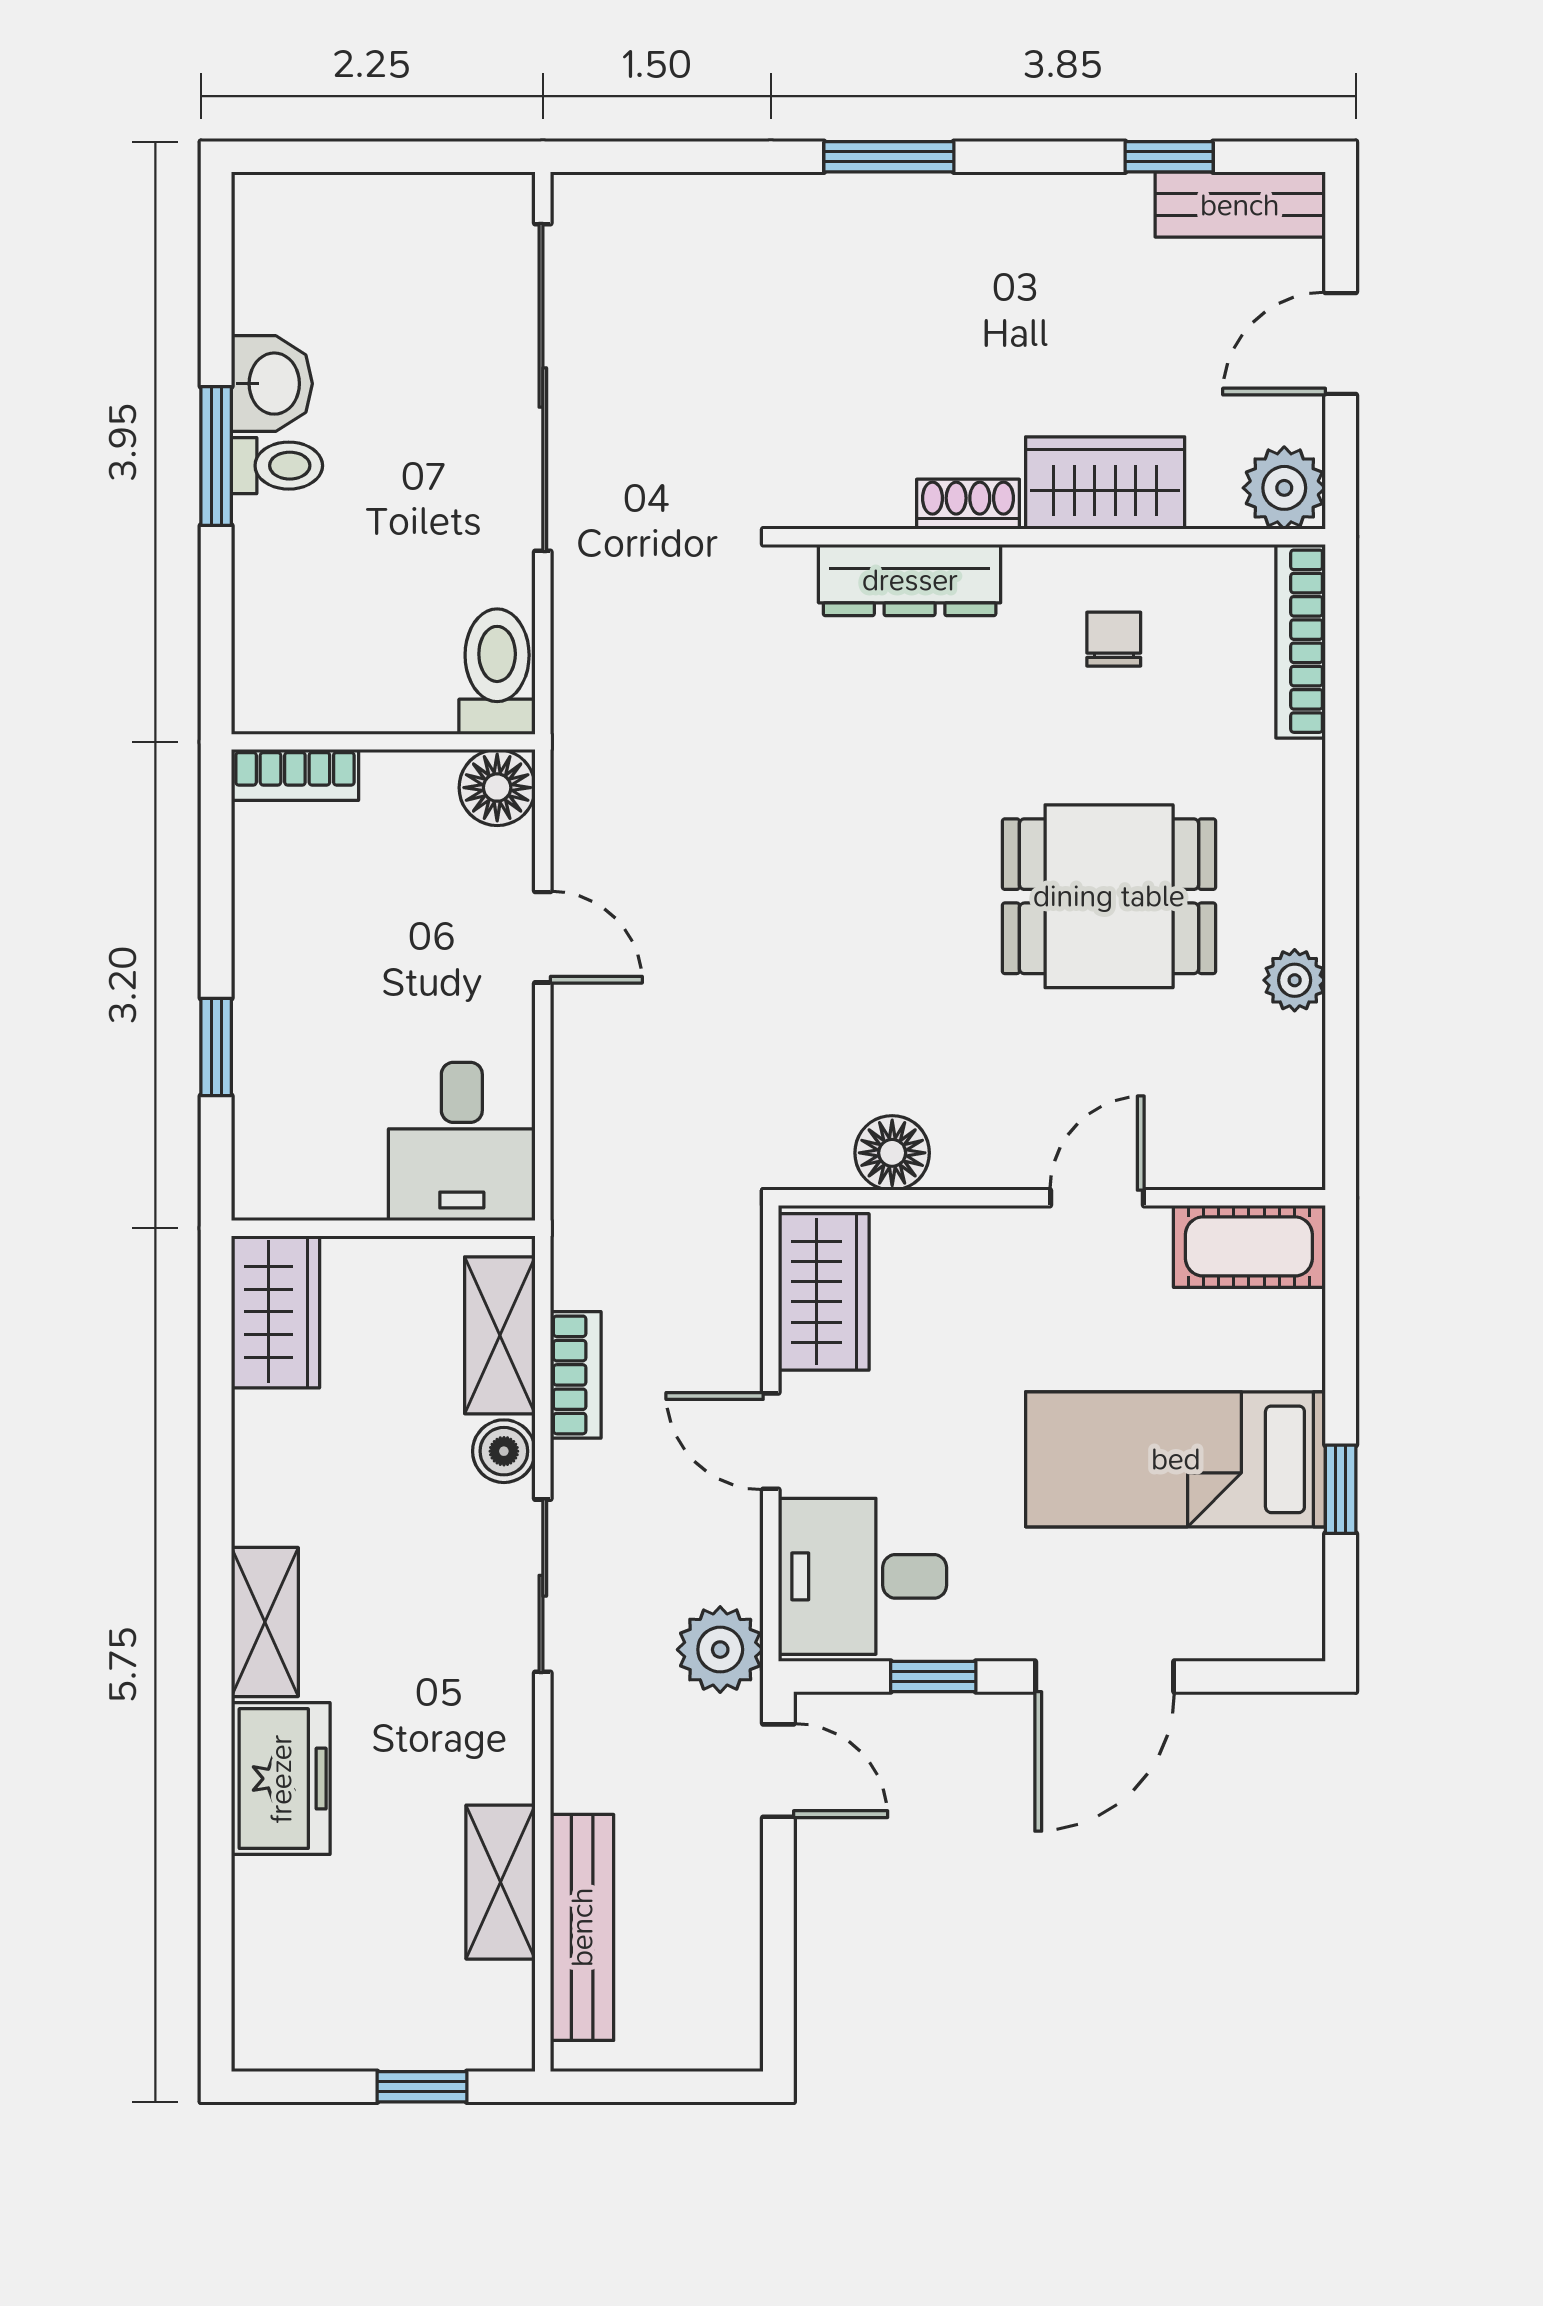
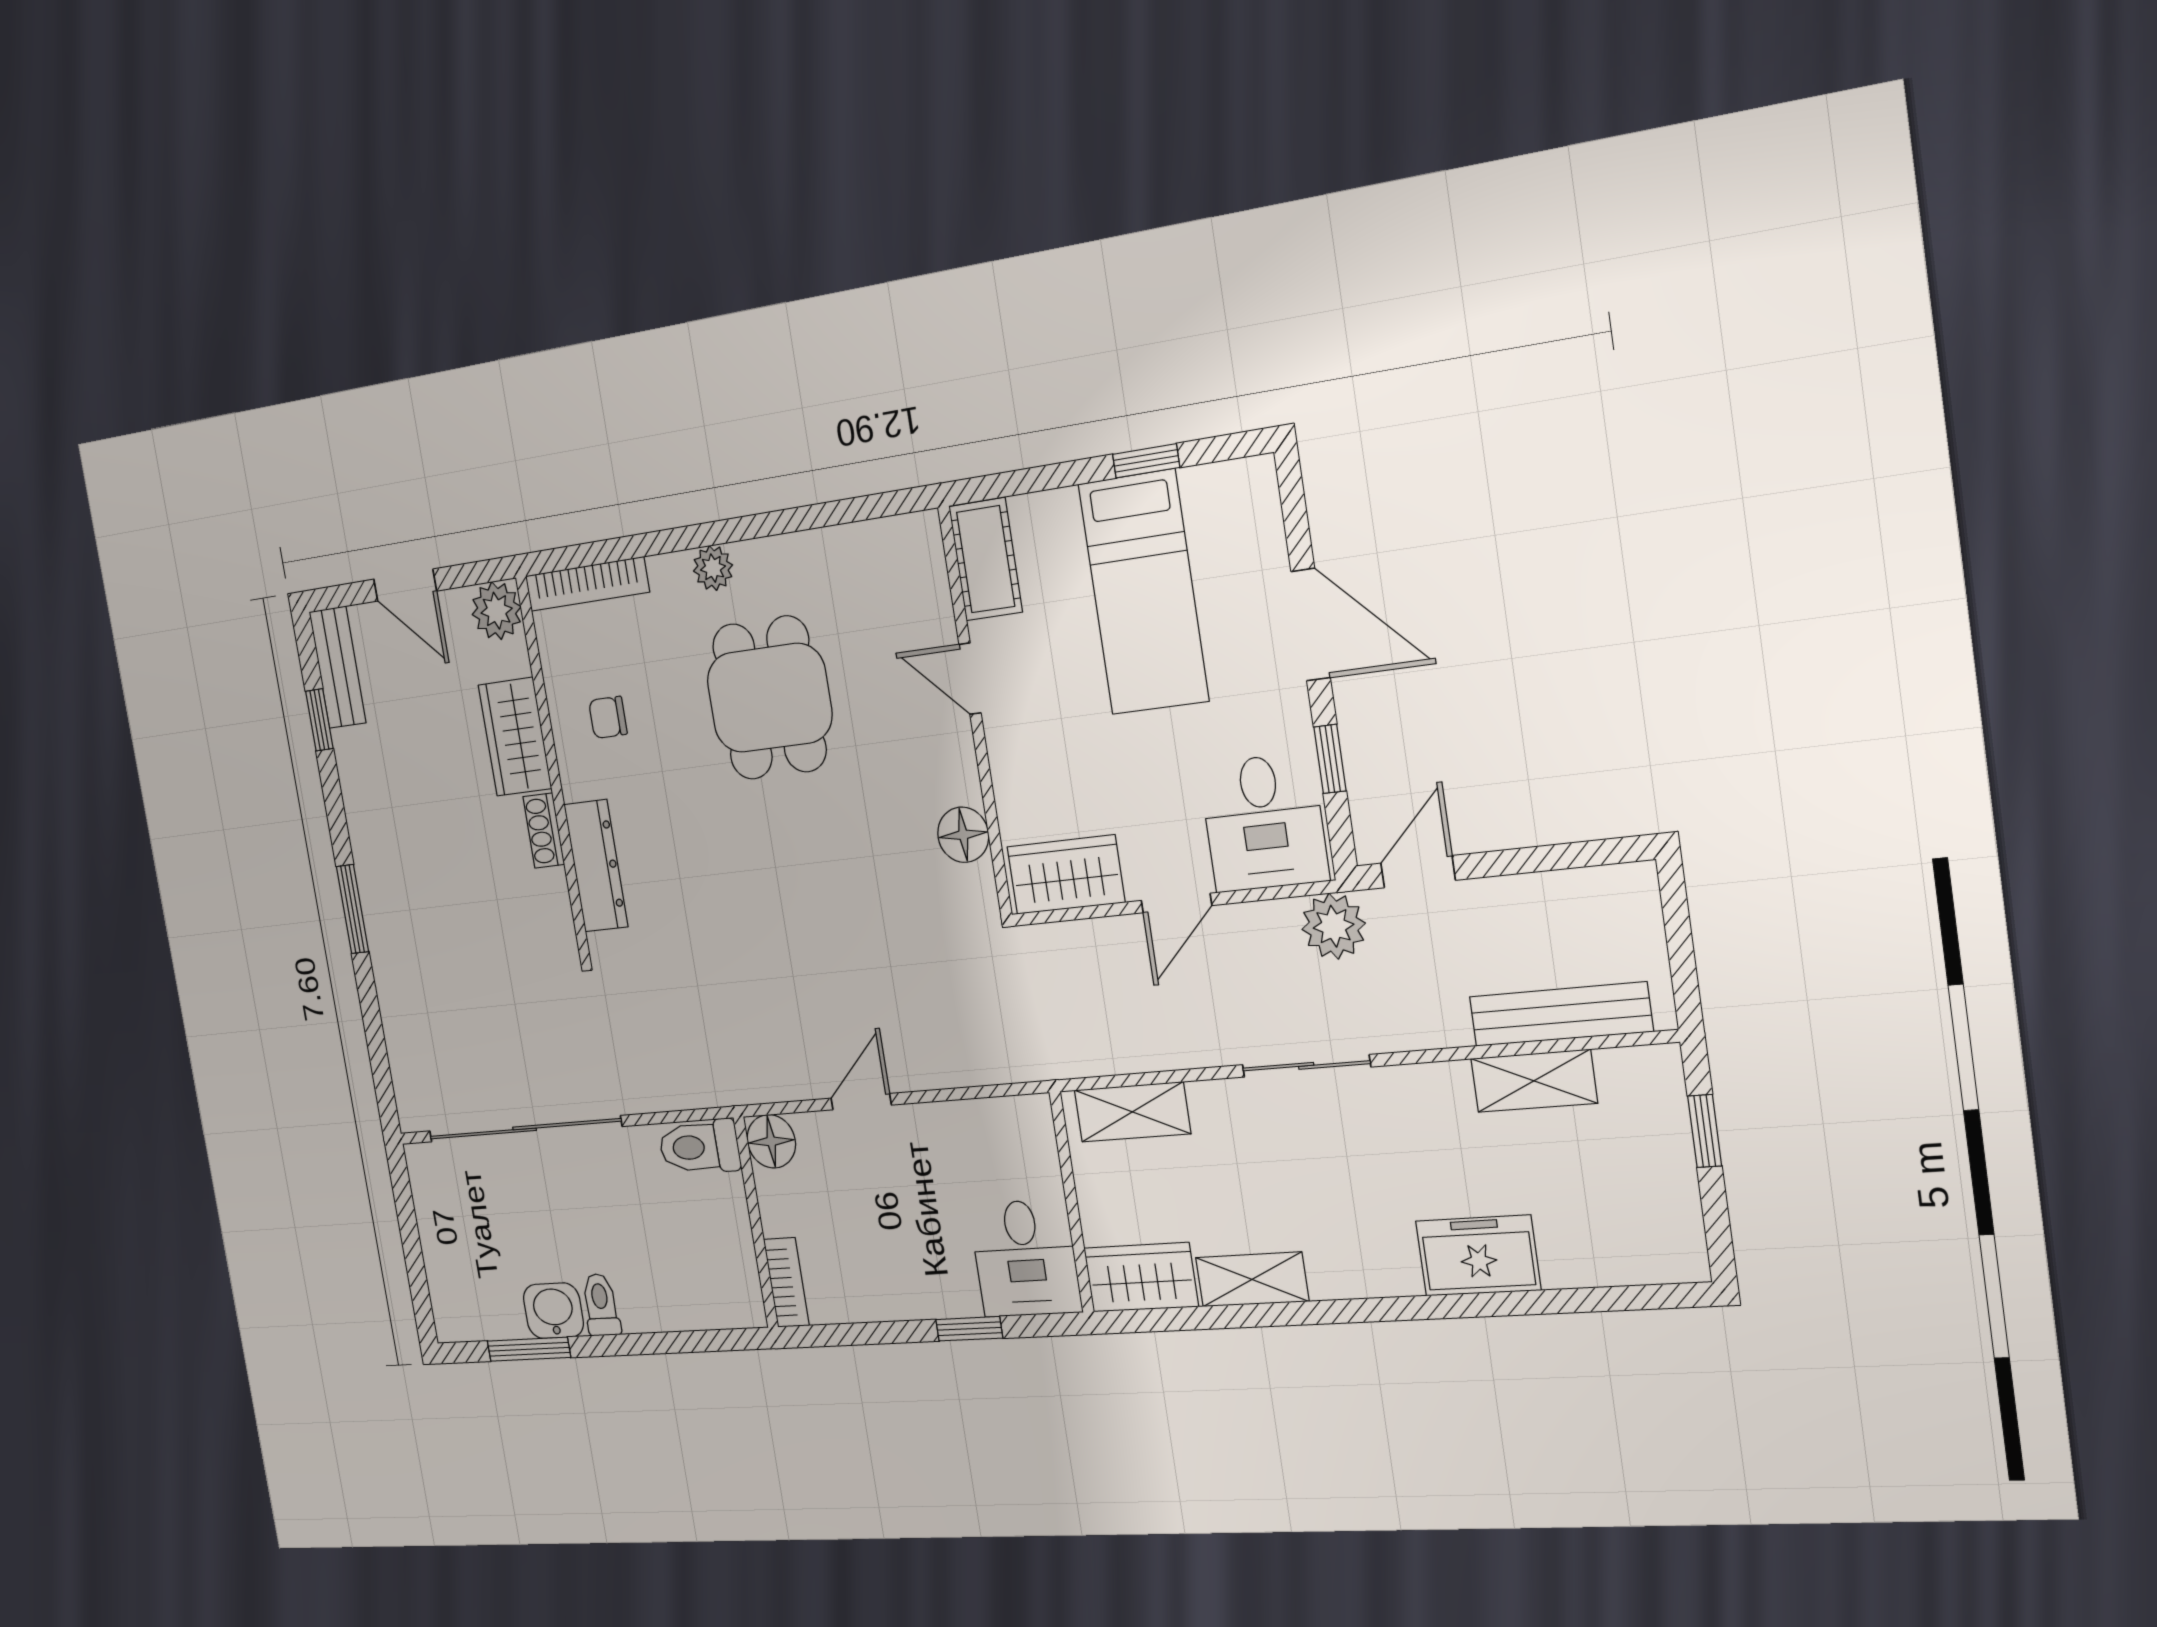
window: (216, 456) -> (529, 1349), moved
plant: (1295, 980) -> (713, 568), moved
desk: (462, 1141) -> (1025, 1258), moved, turned 90
bookcase: (576, 1375) -> (1152, 1054), removed
boiler: (504, 1451) -> (1213, 1103), removed
shelving: (265, 1622) -> (1252, 1279), moved

